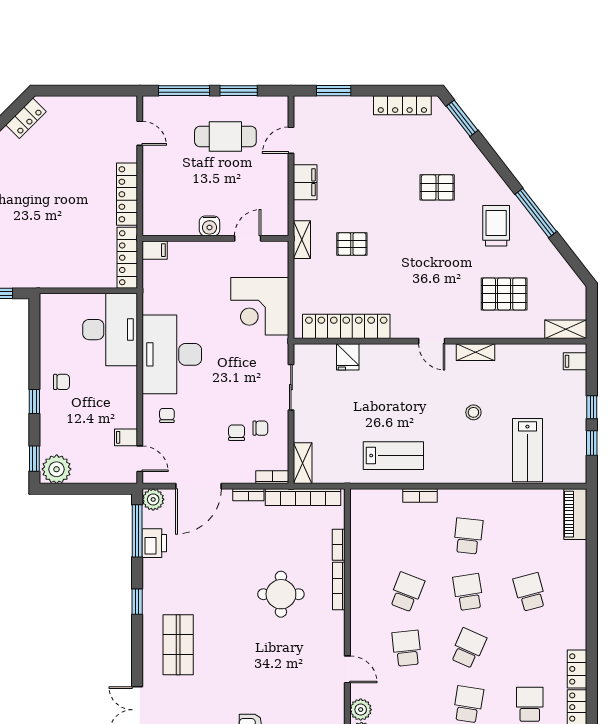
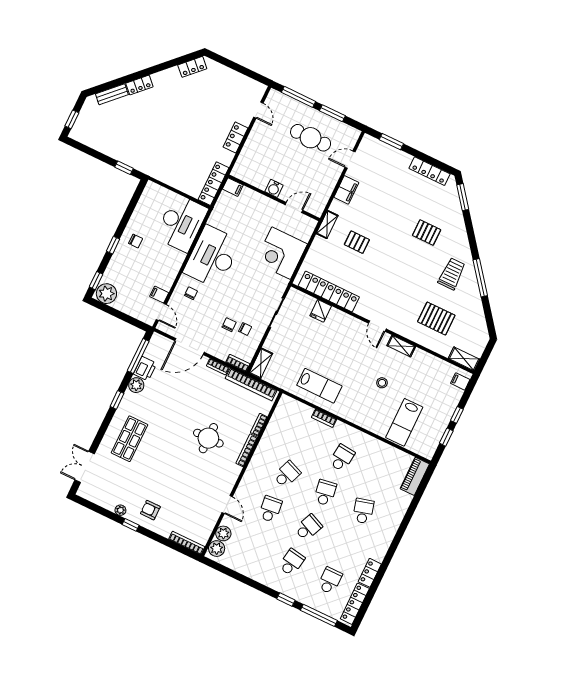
locker: (127, 194) -> (236, 137), width x0.66
plant: (153, 499) -> (136, 385), moved

